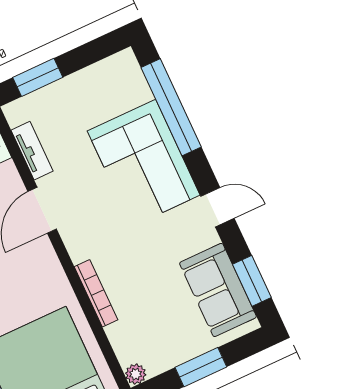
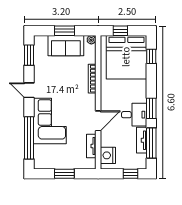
window: (38, 77) -> (64, 174), moved
sofa: (218, 290) -> (66, 46), moved, turned 90

